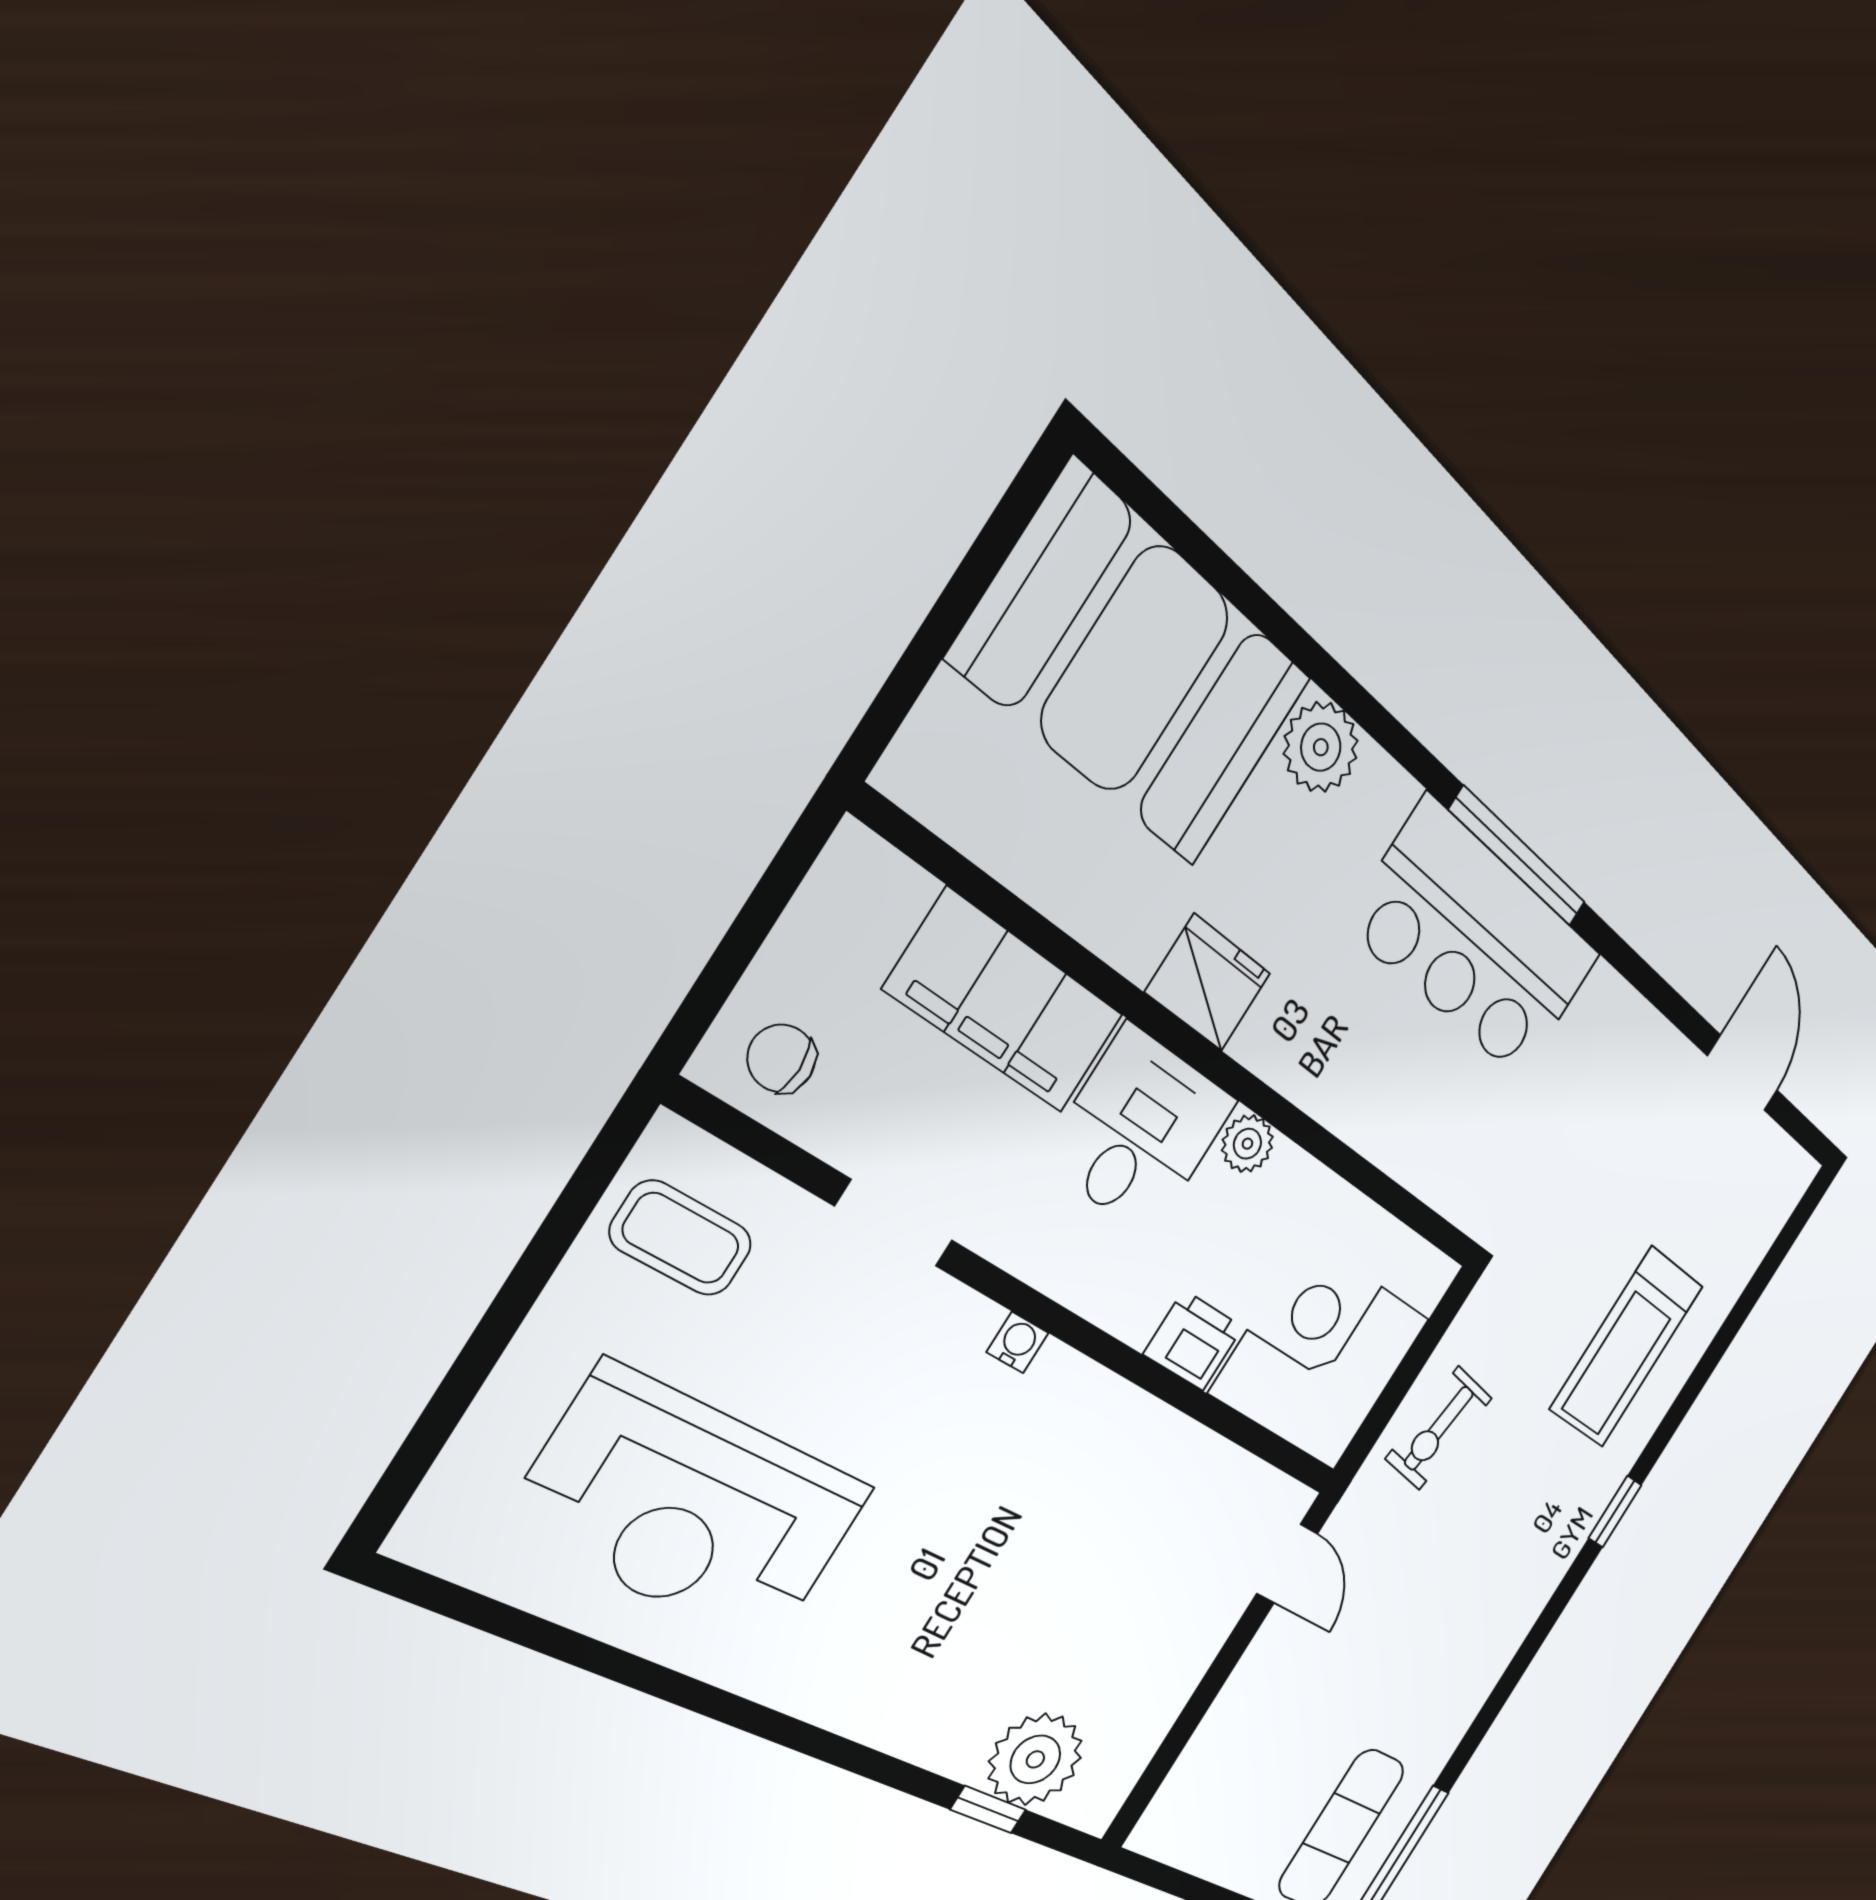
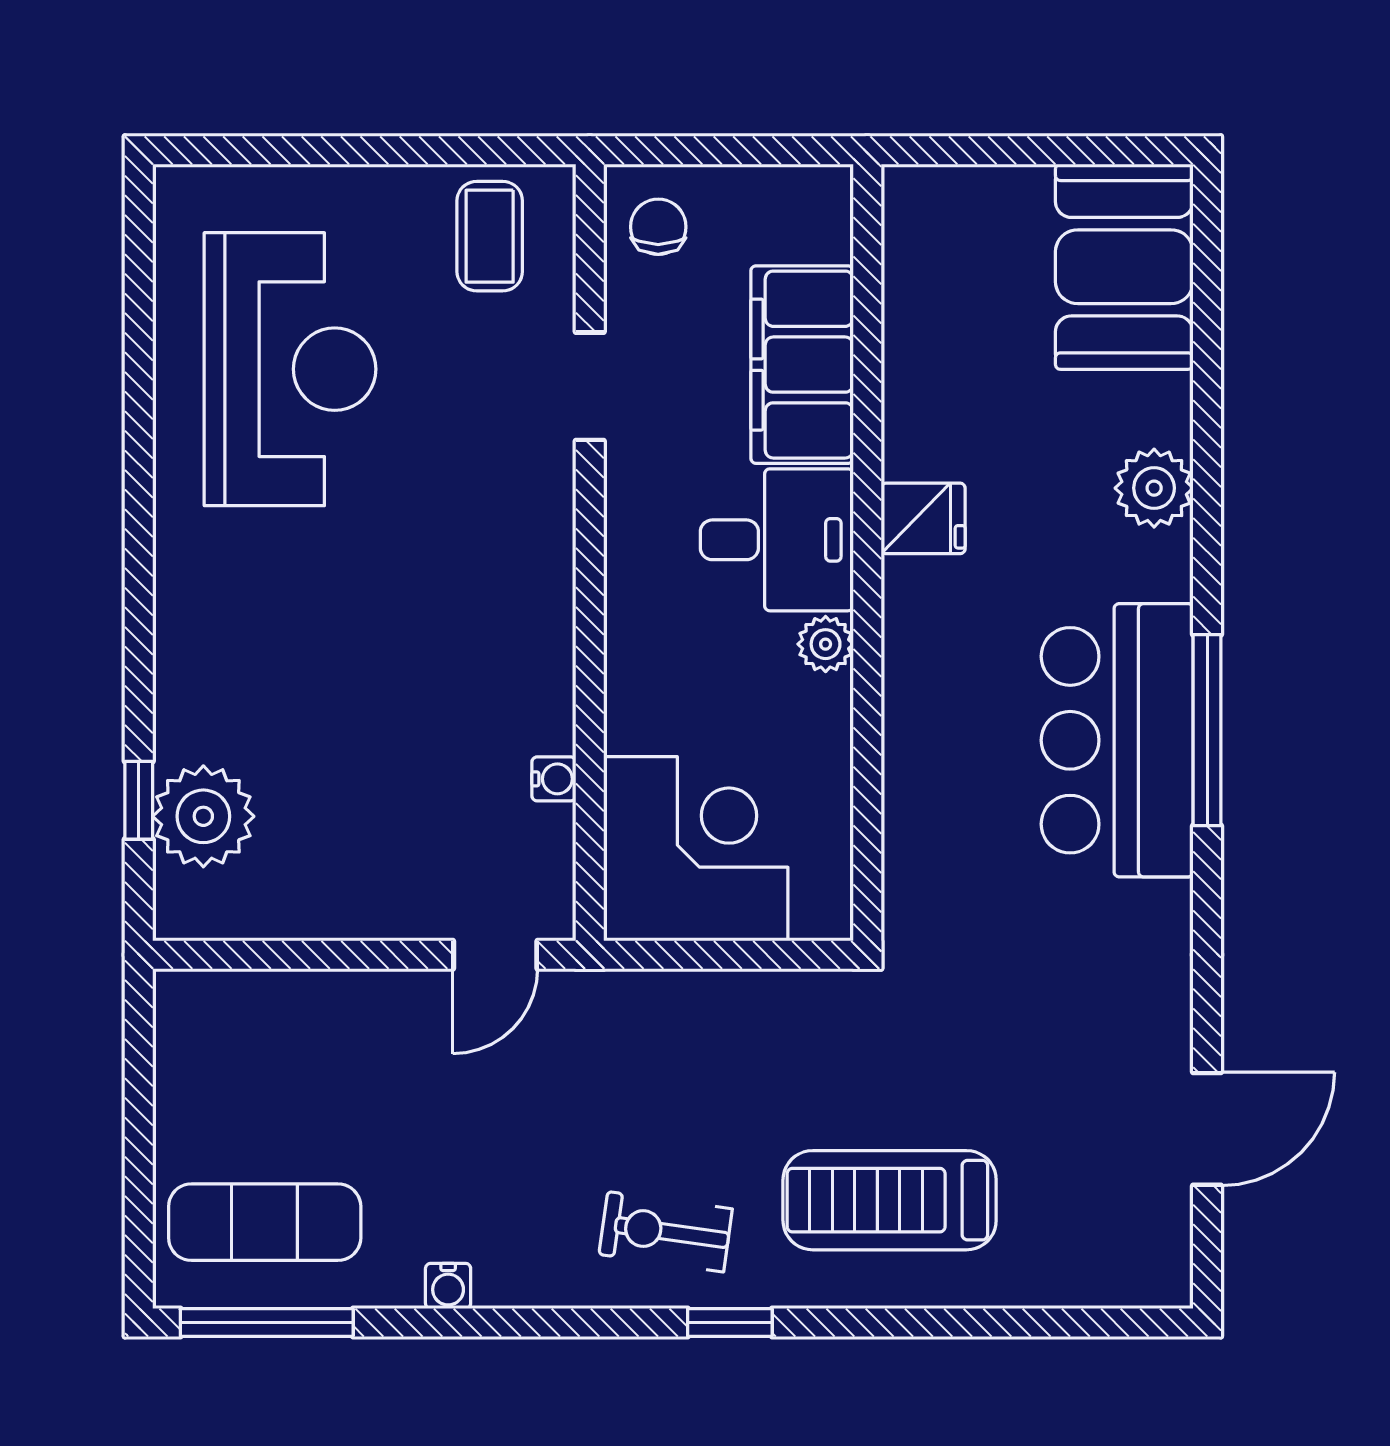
booth: (1136, 669) -> (1124, 267), width x0.73, depth x0.70
fridge: (1208, 983) -> (923, 518), width x0.72
printer: (1193, 1341) -> (640, 711), removed
water cooler: (1018, 1343) -> (554, 779), moved
exercise bike: (1439, 1428) -> (666, 1232), moved
reception desk: (692, 1508) -> (290, 369), turned 180
water cooler: (1465, 1708) -> (448, 1286), added

